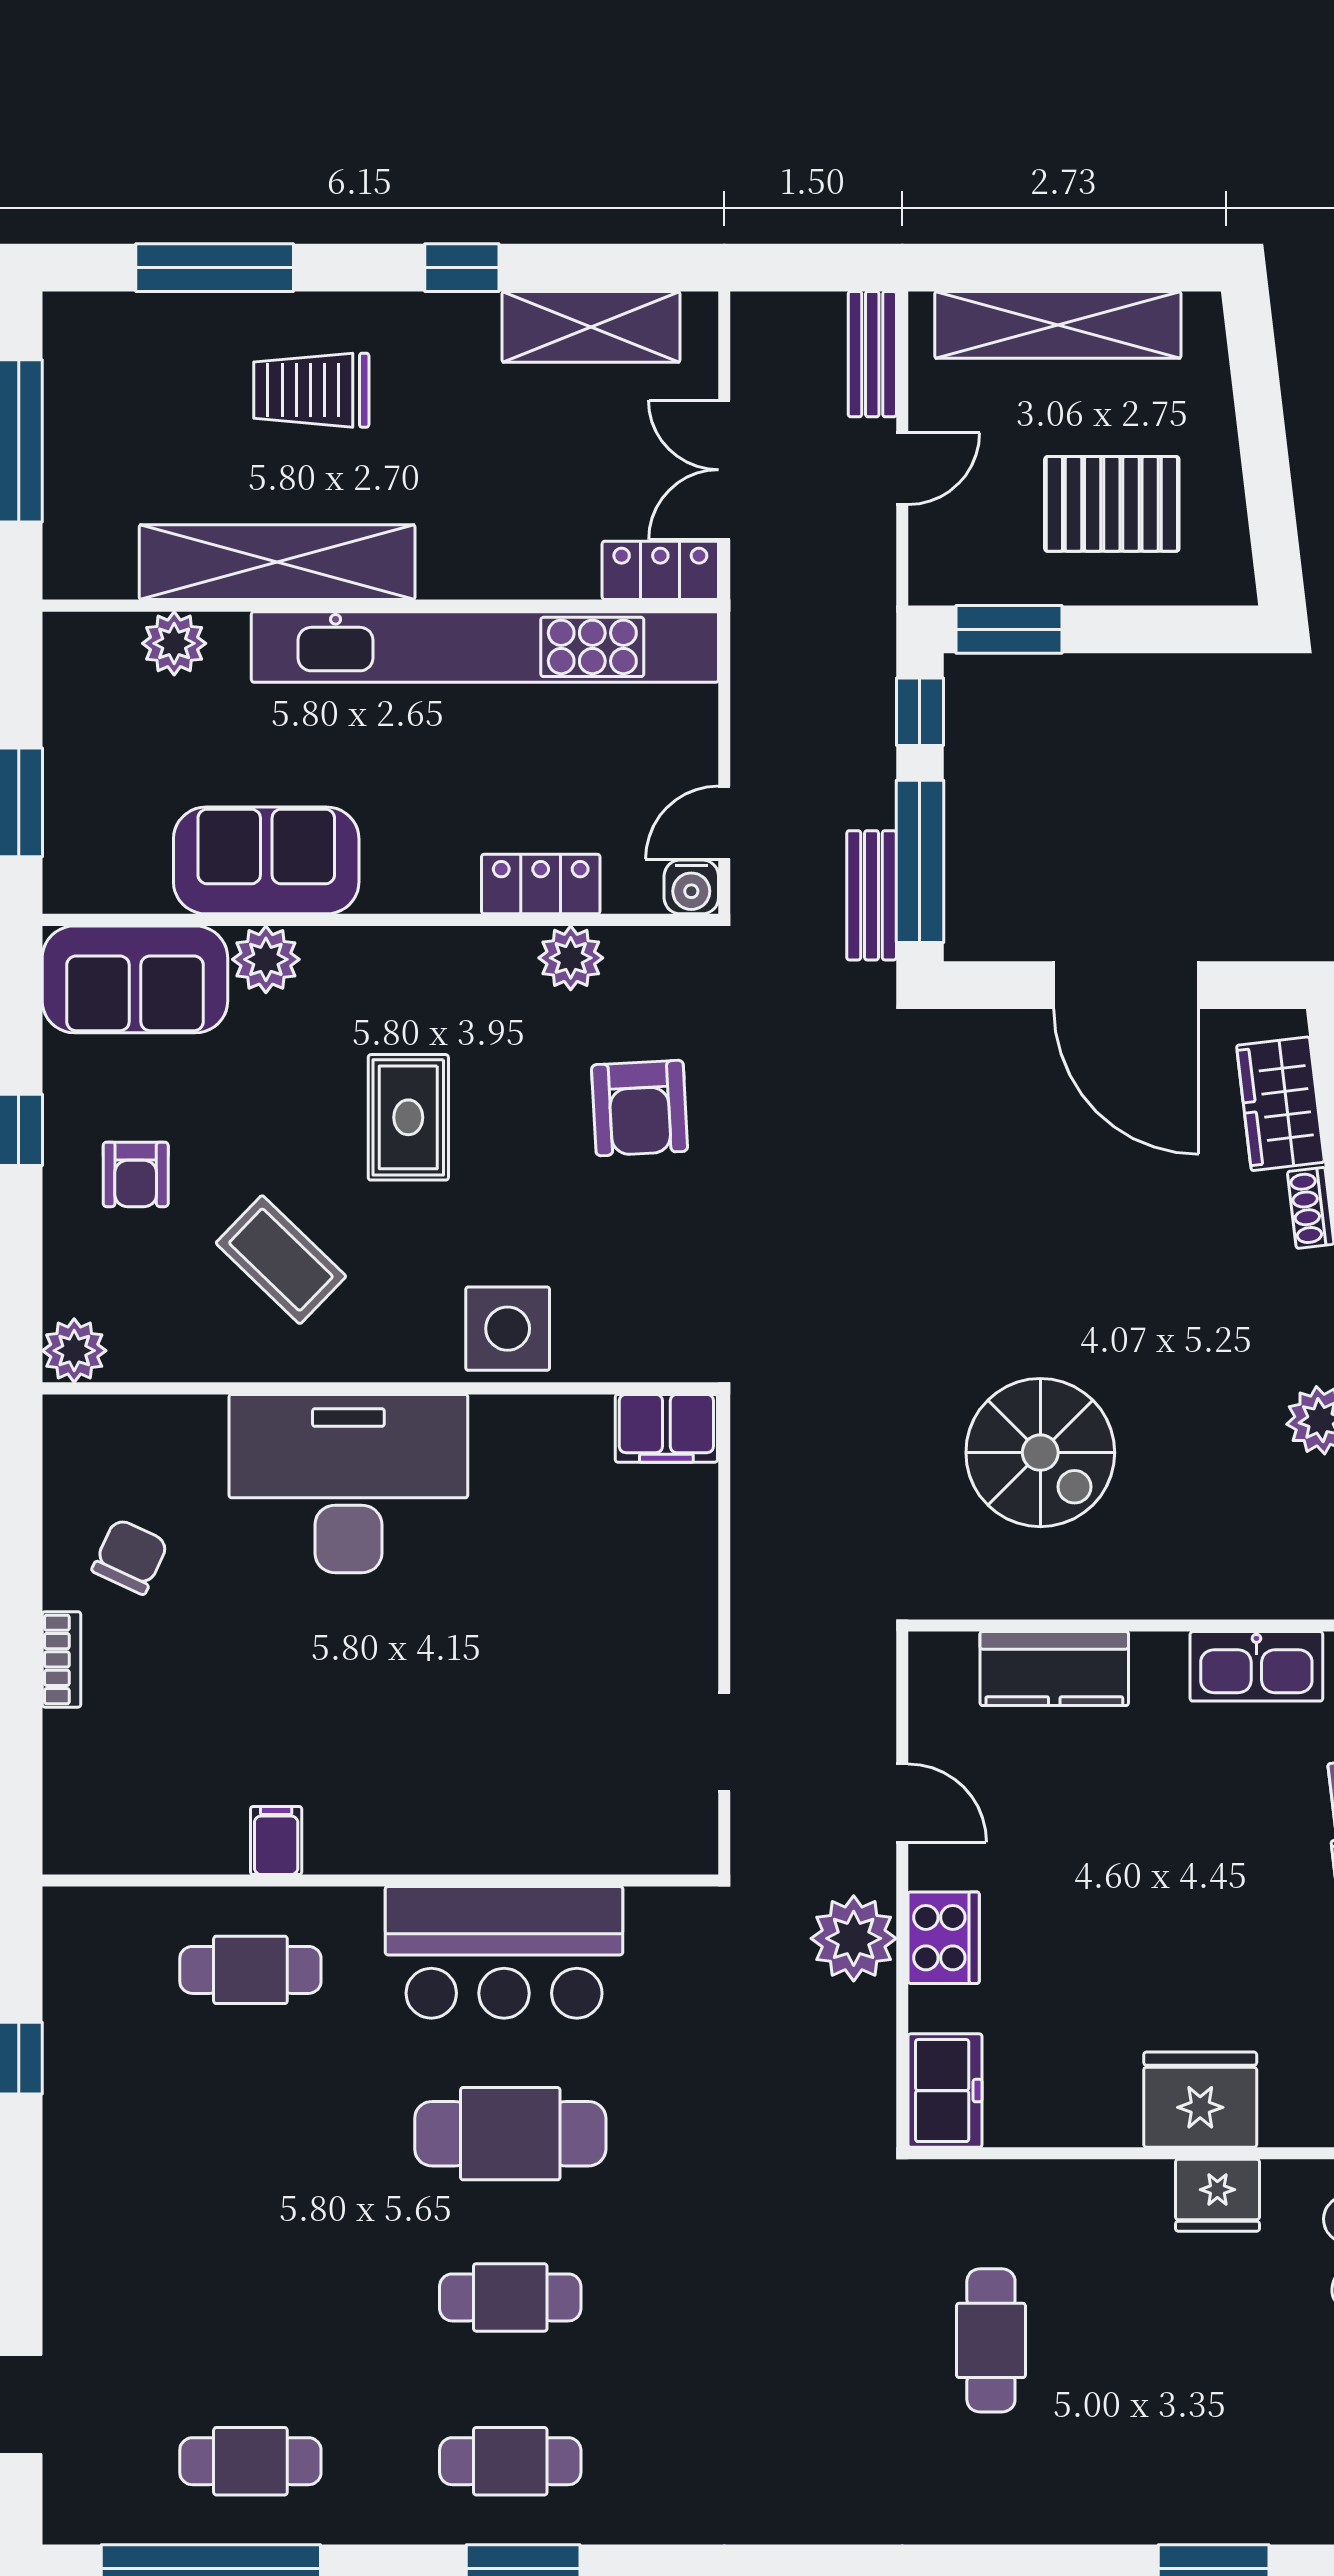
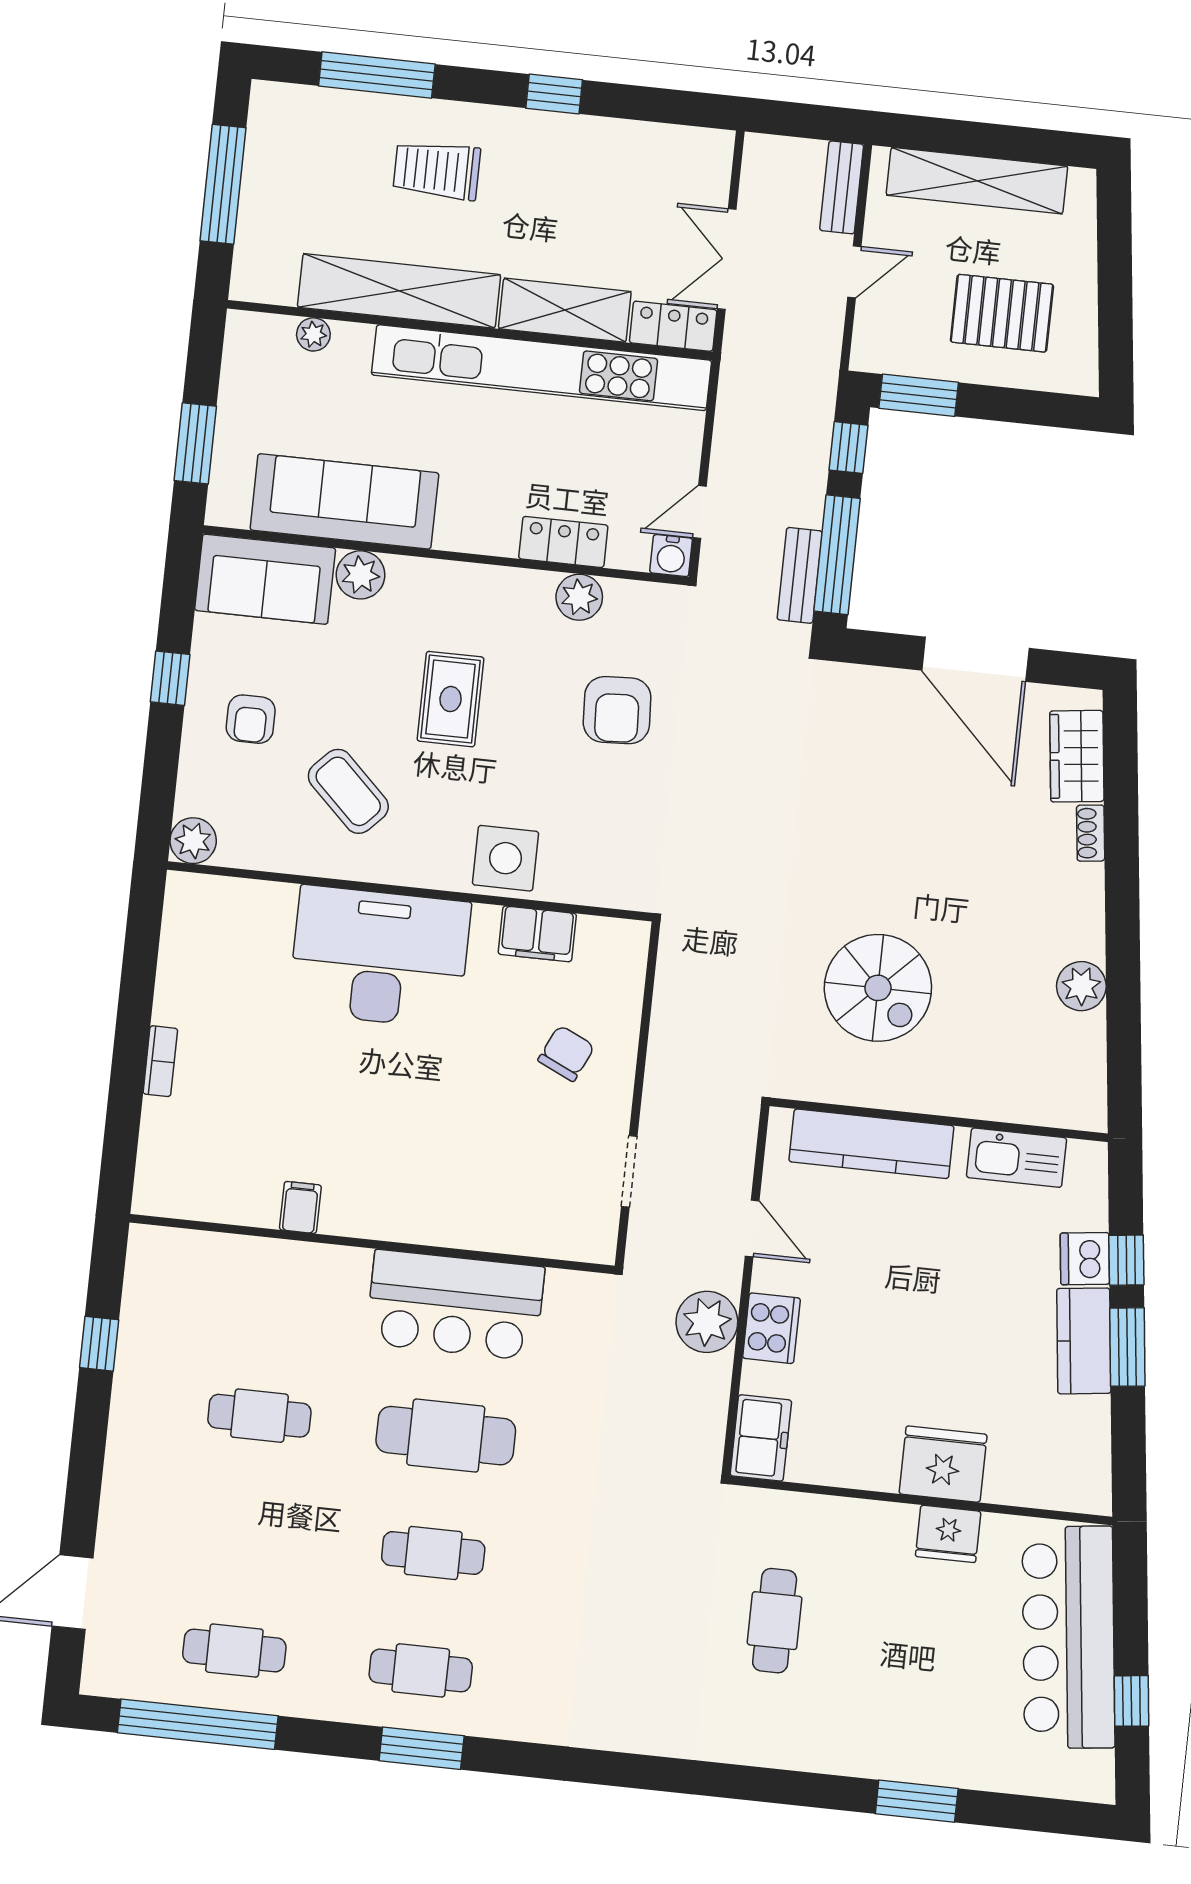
shelving: (591, 327) -> (565, 310), moved
plant: (174, 643) -> (313, 334), width x0.73, depth x0.73
sofa: (266, 860) -> (344, 501), width x1.36
filing cabinet: (666, 1428) -> (537, 934), moved
chair: (130, 1556) -> (566, 1053), moved
kitchen counter: (1054, 1669) -> (871, 1144), width x1.50
cafe table: (250, 1970) -> (259, 1416), moved

